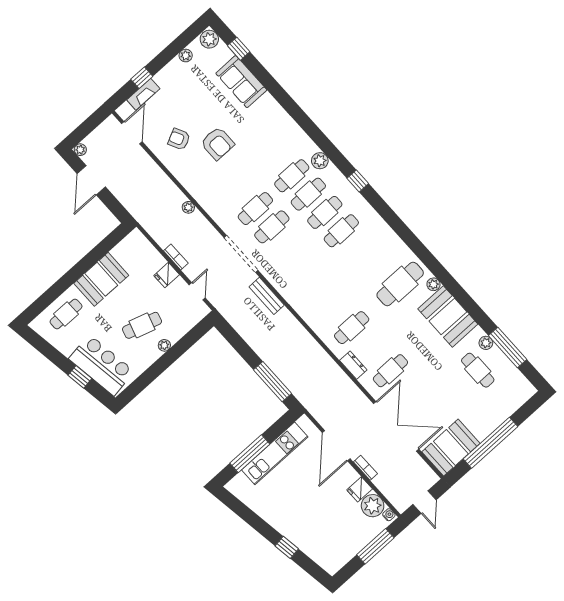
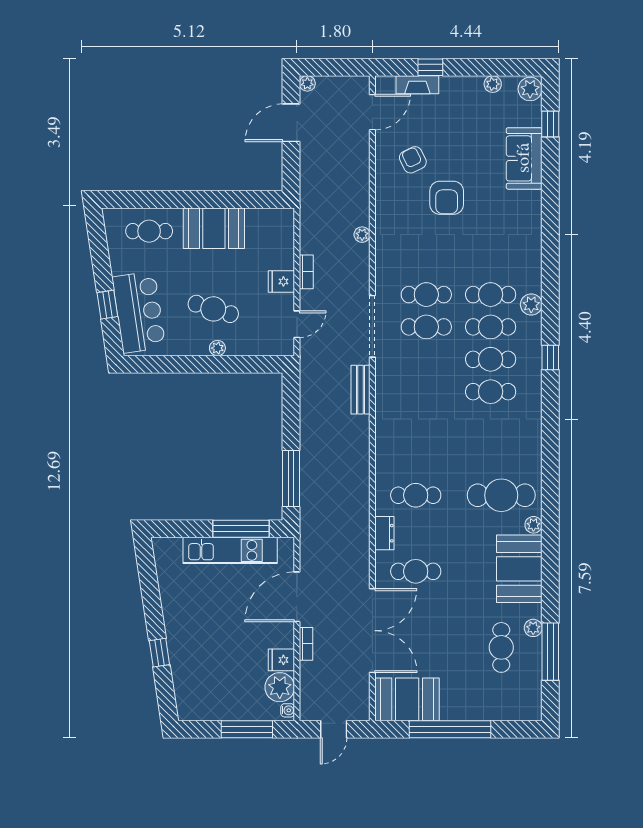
window: (250, 454) -> (241, 529), moved

